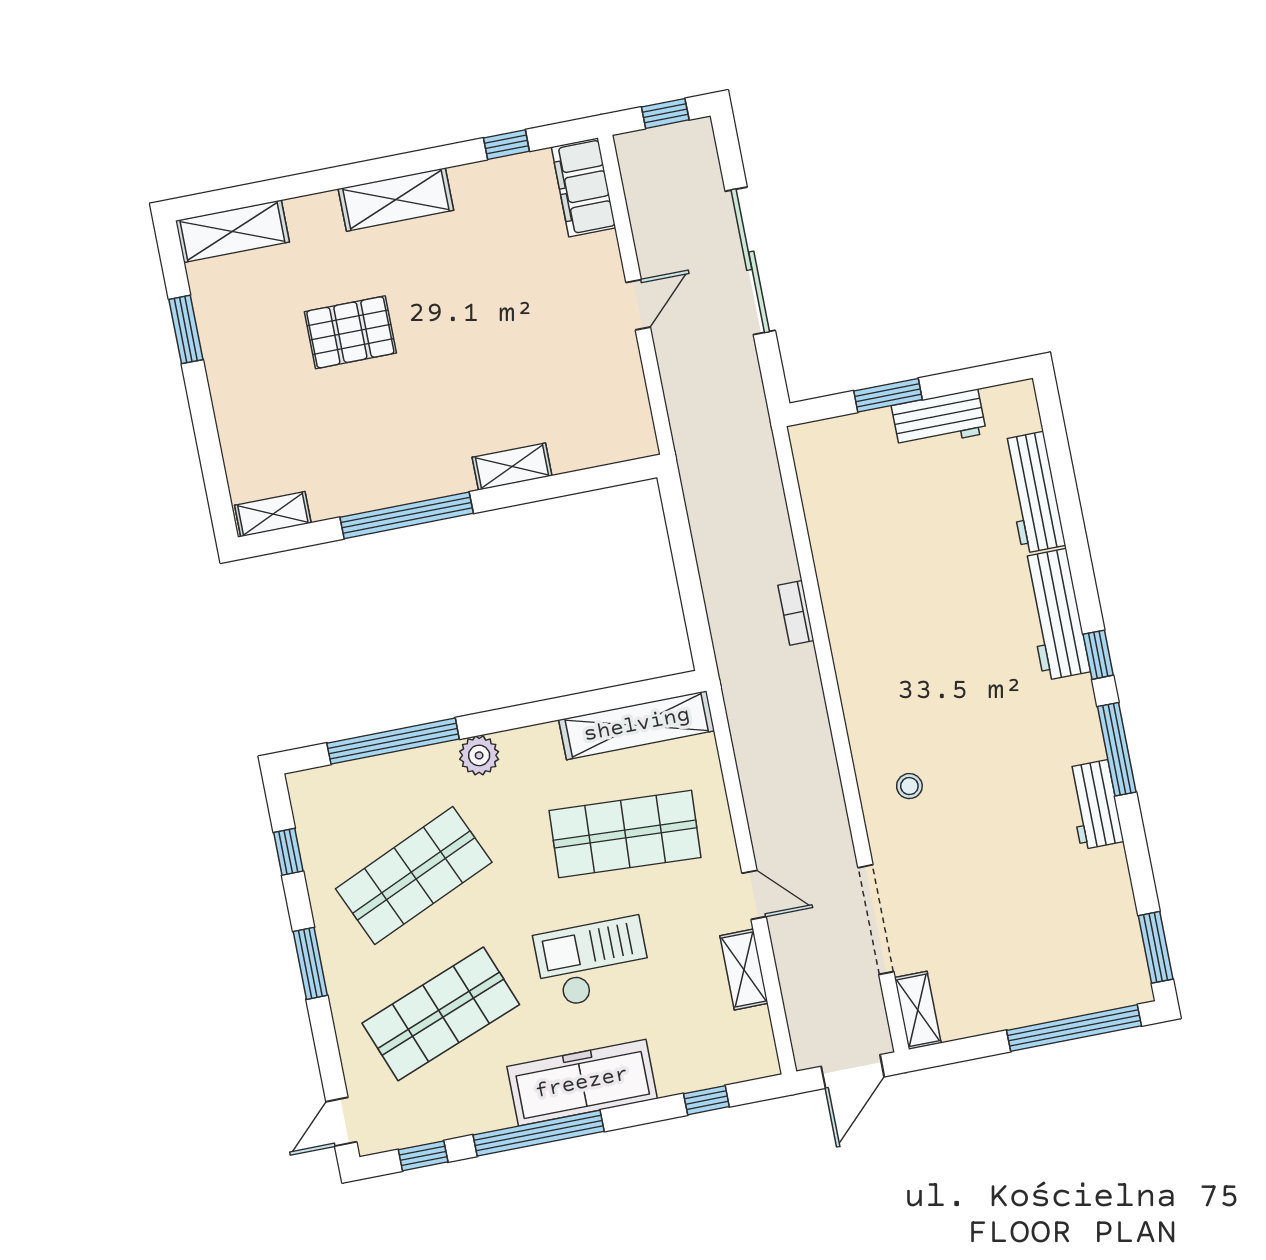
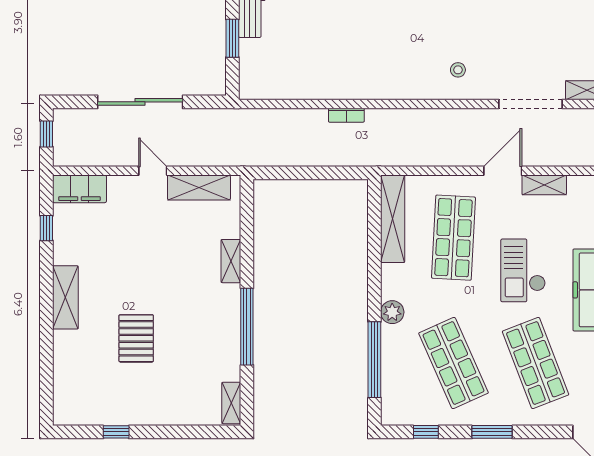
shelving: (232, 231) -> (199, 188), moved, turned 90
window: (186, 329) -> (116, 432), width x0.67
door: (754, 895) -> (503, 171), width x1.38

